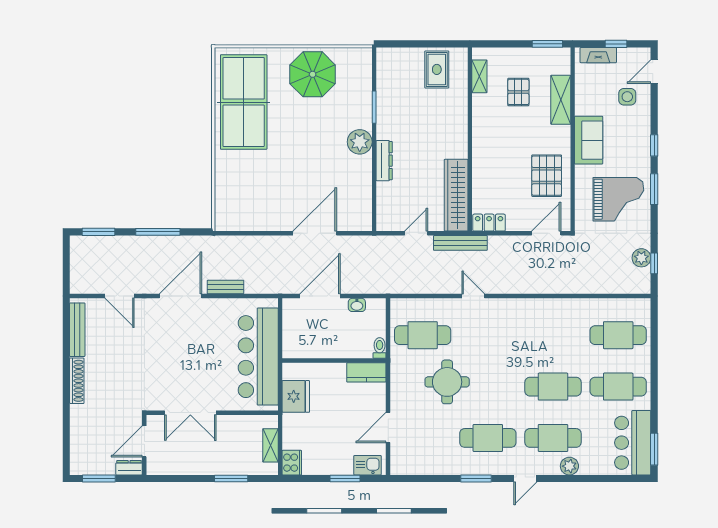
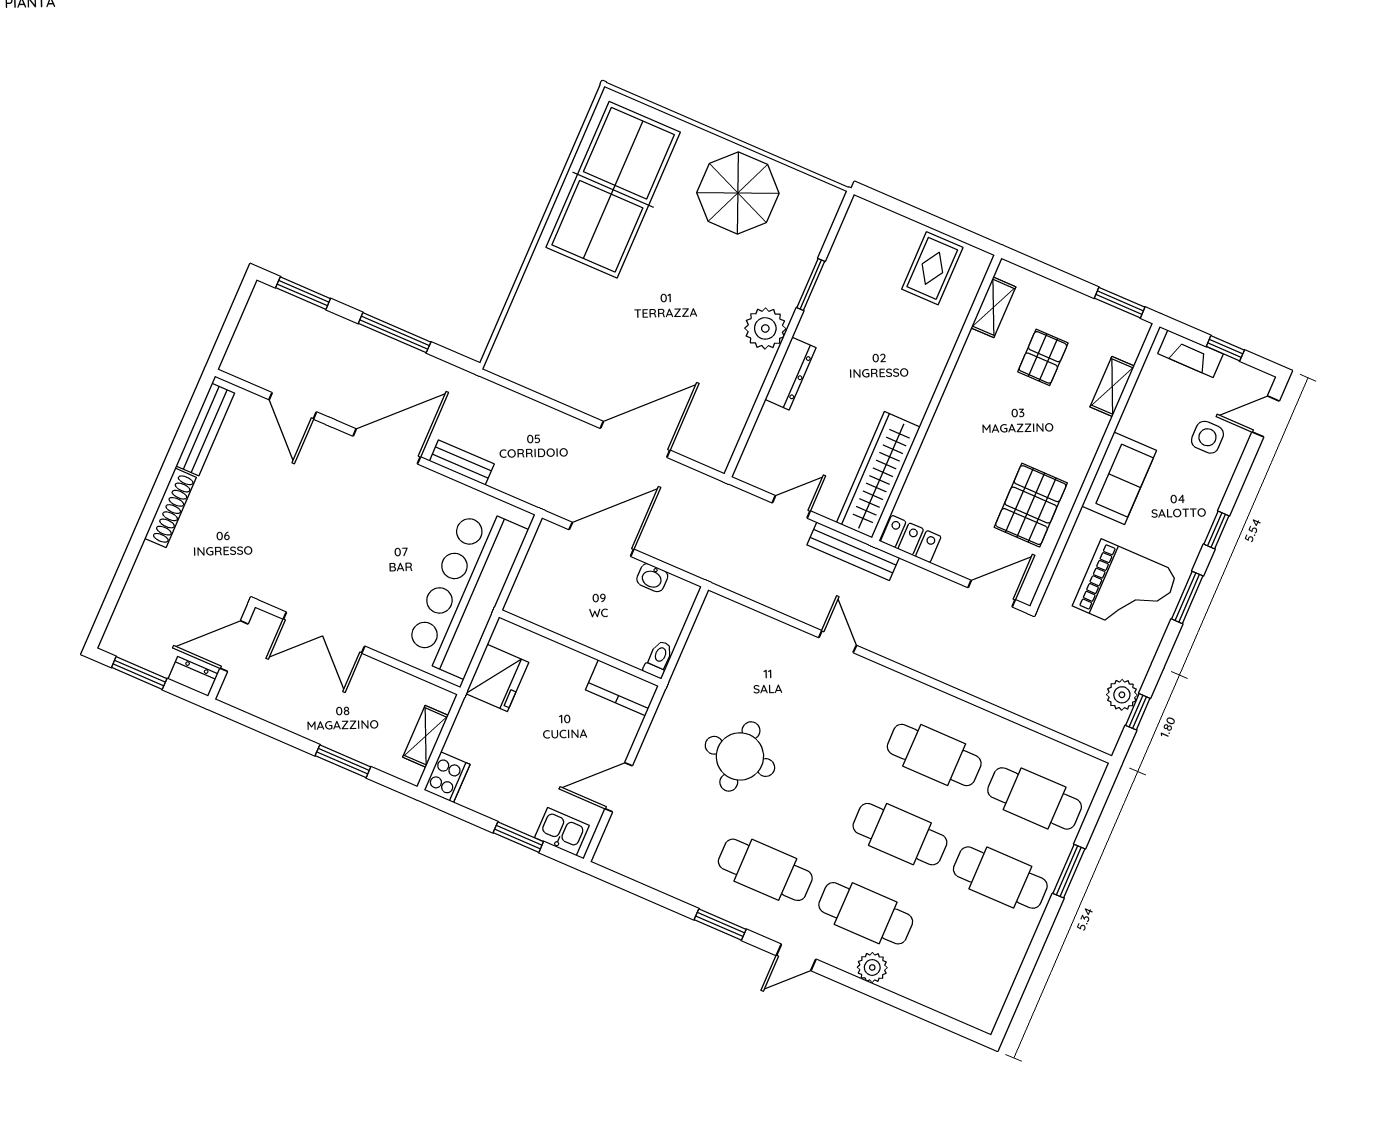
shelving: (561, 100) -> (1112, 387), width x0.67, depth x0.75
cafe table: (423, 335) -> (934, 755), moved
bar counter: (633, 443) -> (985, 974), removed
window: (654, 449) -> (1069, 871), moved

